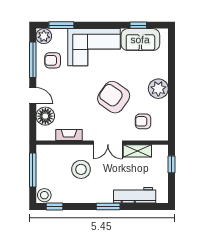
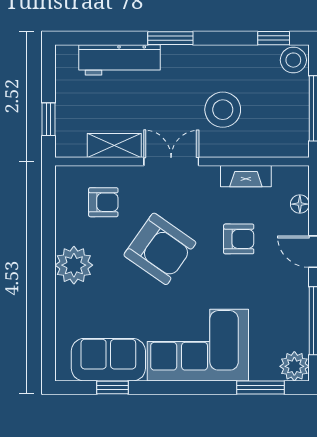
armchair: (53, 60) -> (239, 239), moved
floor lamp: (45, 116) -> (300, 204), width x0.53, depth x0.53

